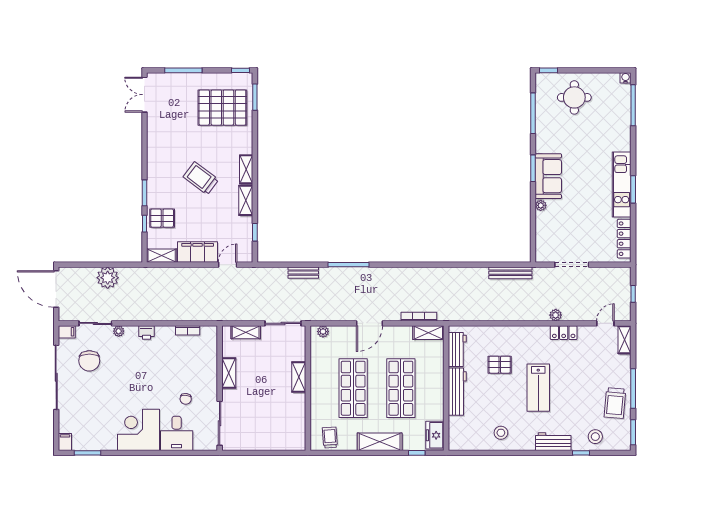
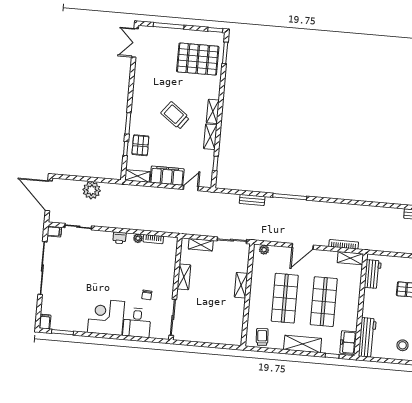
pallet: (162, 218) -> (140, 145), turned 90
plant: (119, 331) -> (138, 238), moved
chair: (89, 361) -> (71, 257), removed
workbench: (457, 392) -> (367, 337), moved

